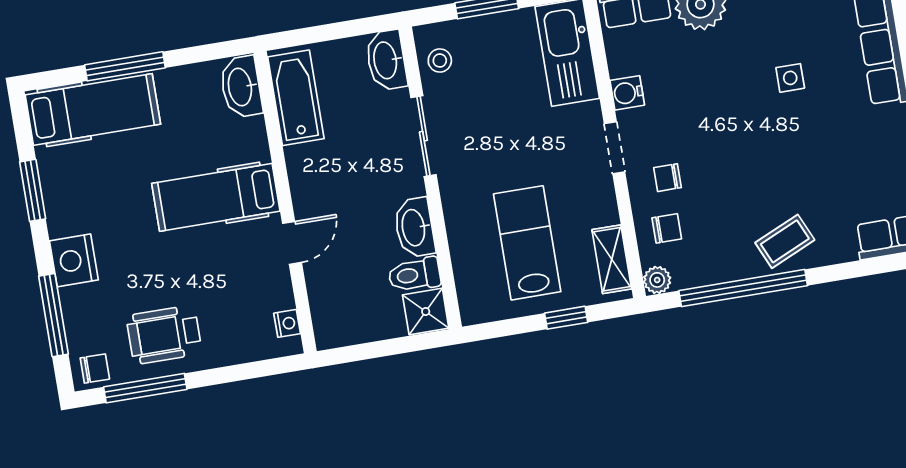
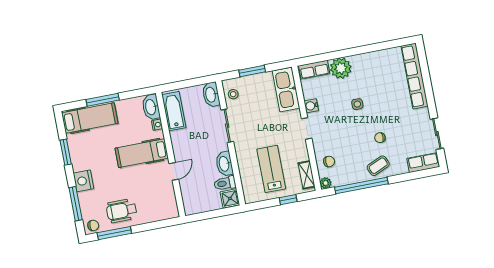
side table: (790, 78) -> (357, 104), moved
chair: (667, 178) -> (380, 138), moved
nightstand: (287, 323) -> (157, 125), moved

